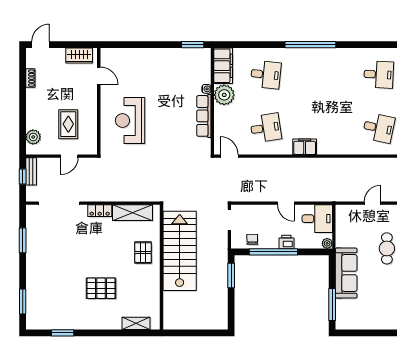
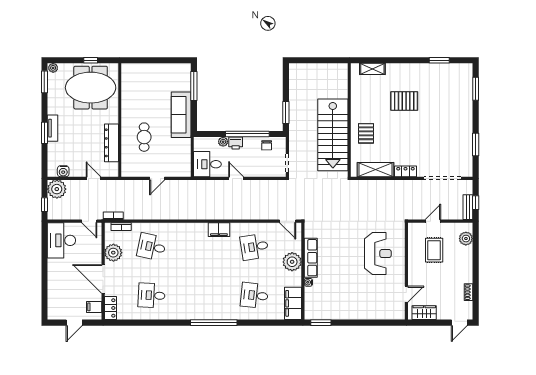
door: (99, 76) -> (406, 294), swing flipped
plant: (224, 95) -> (292, 262), moved
plant: (327, 243) -> (223, 142), moved

